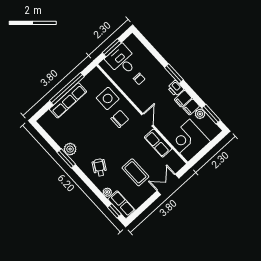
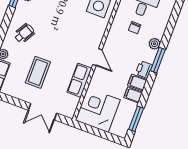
plant: (200, 114) -> (154, 44), moved
chair: (120, 119) -> (84, 29), removed
door: (147, 120) -> (97, 57), hinge flipped
double door: (168, 184) -> (42, 112), swing flipped

